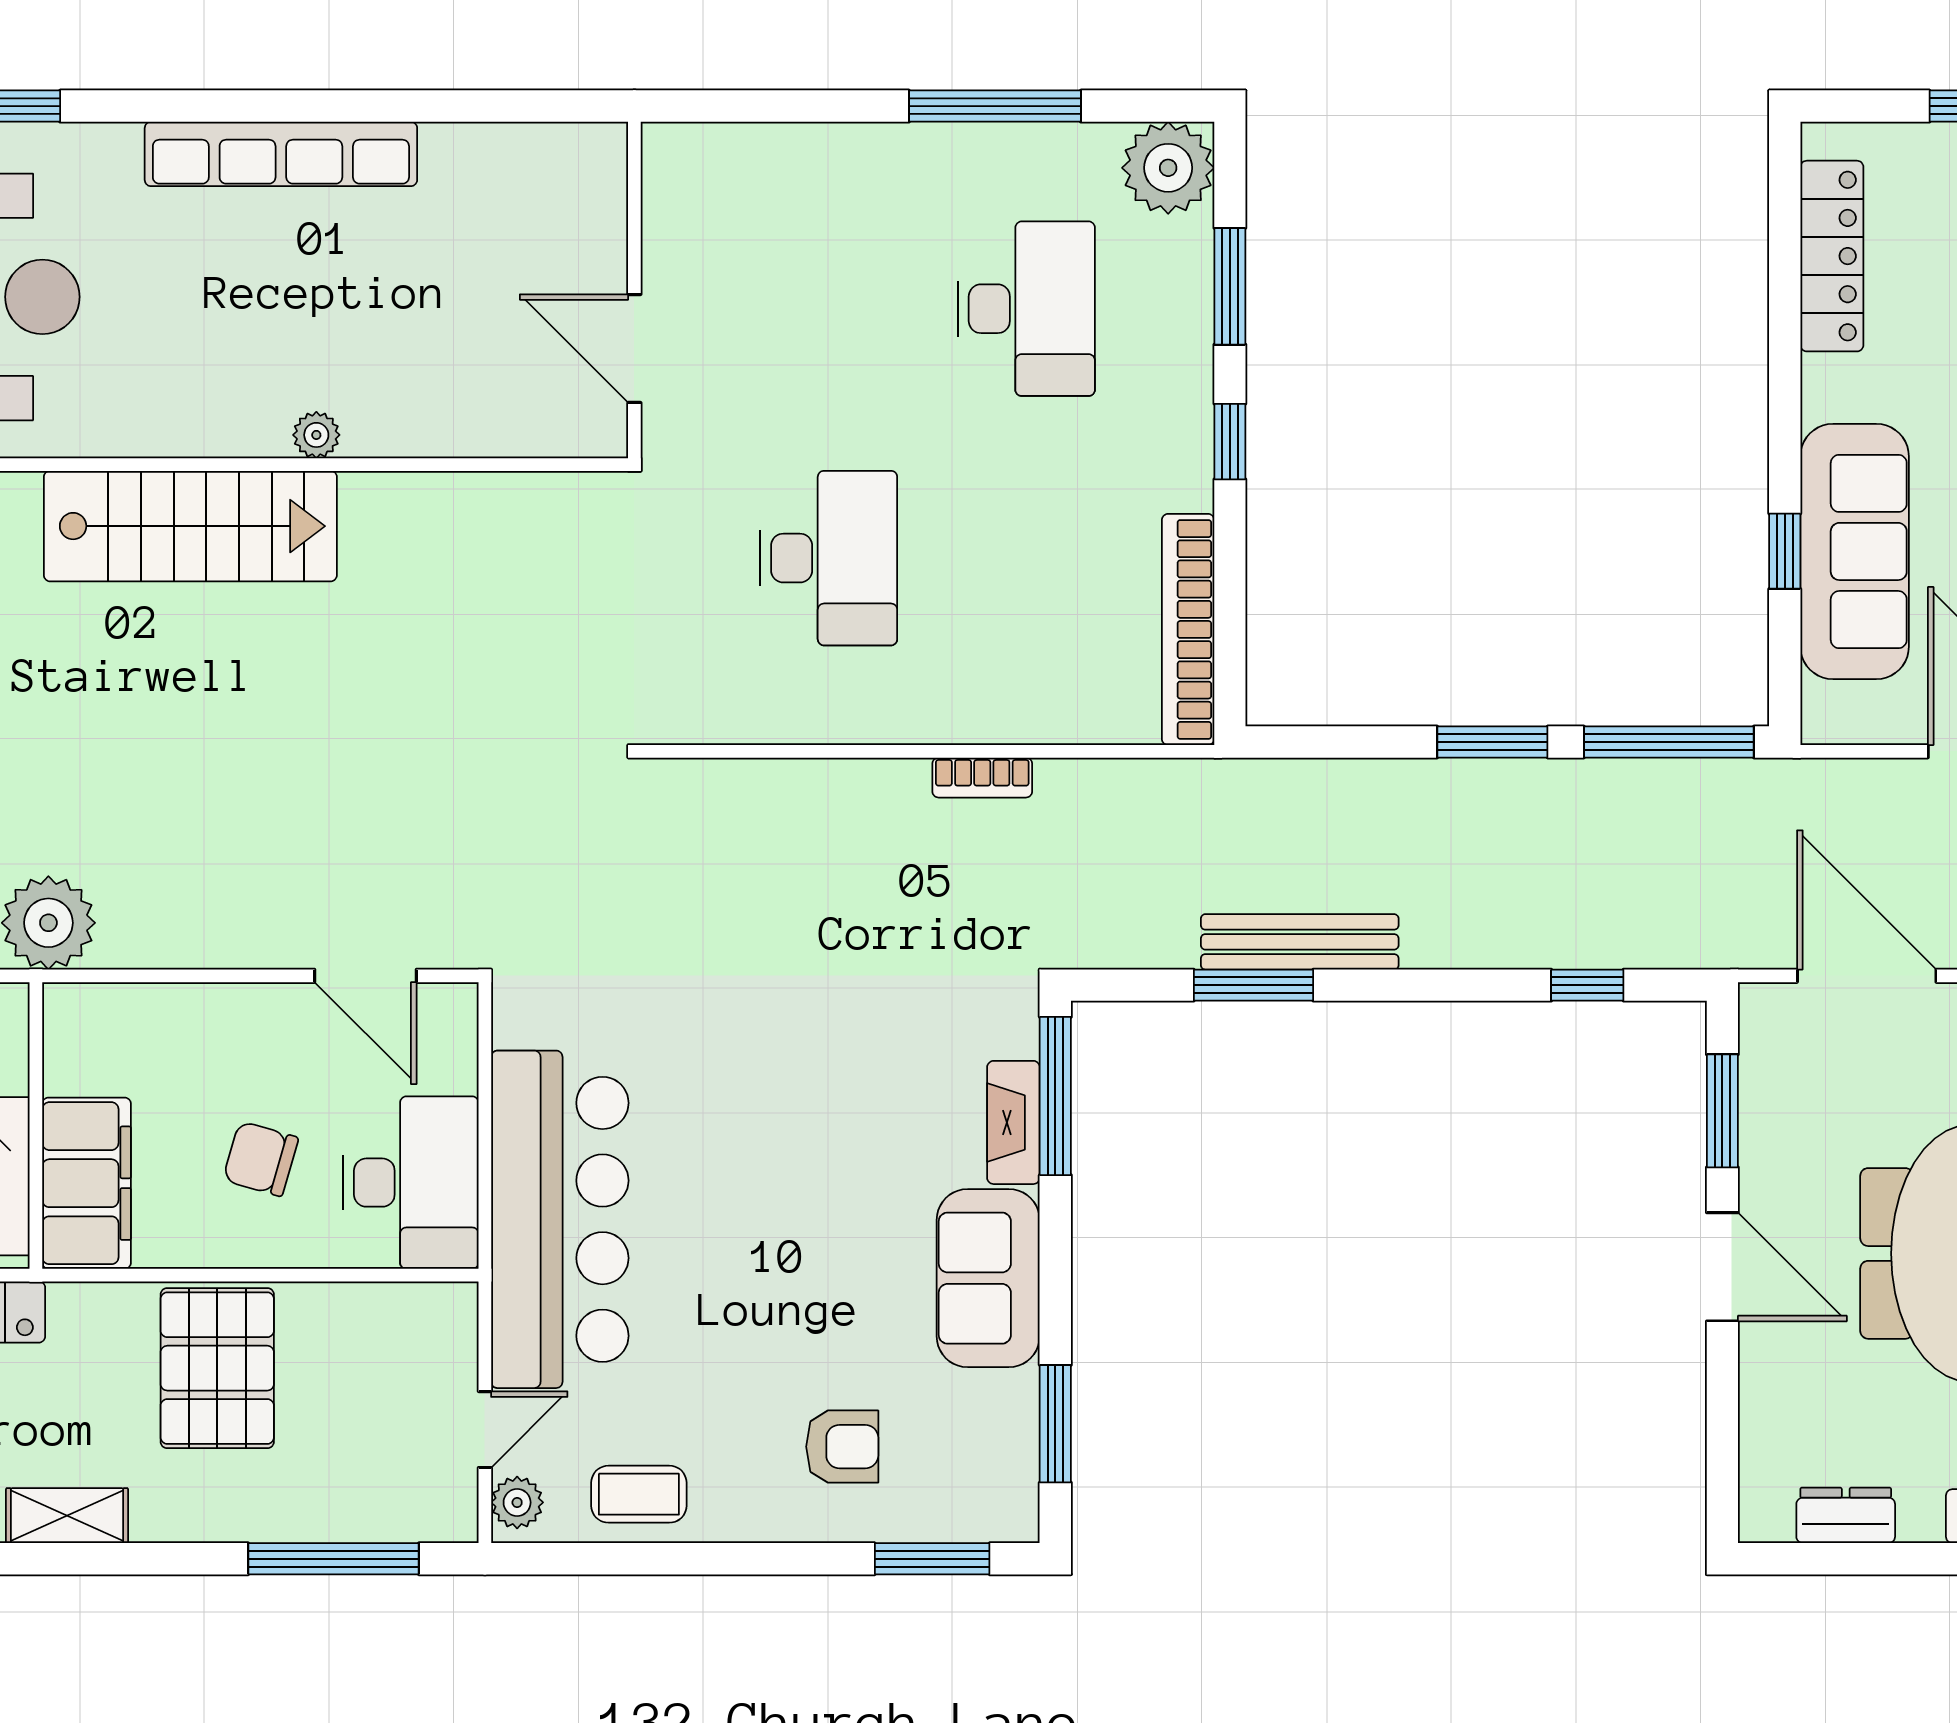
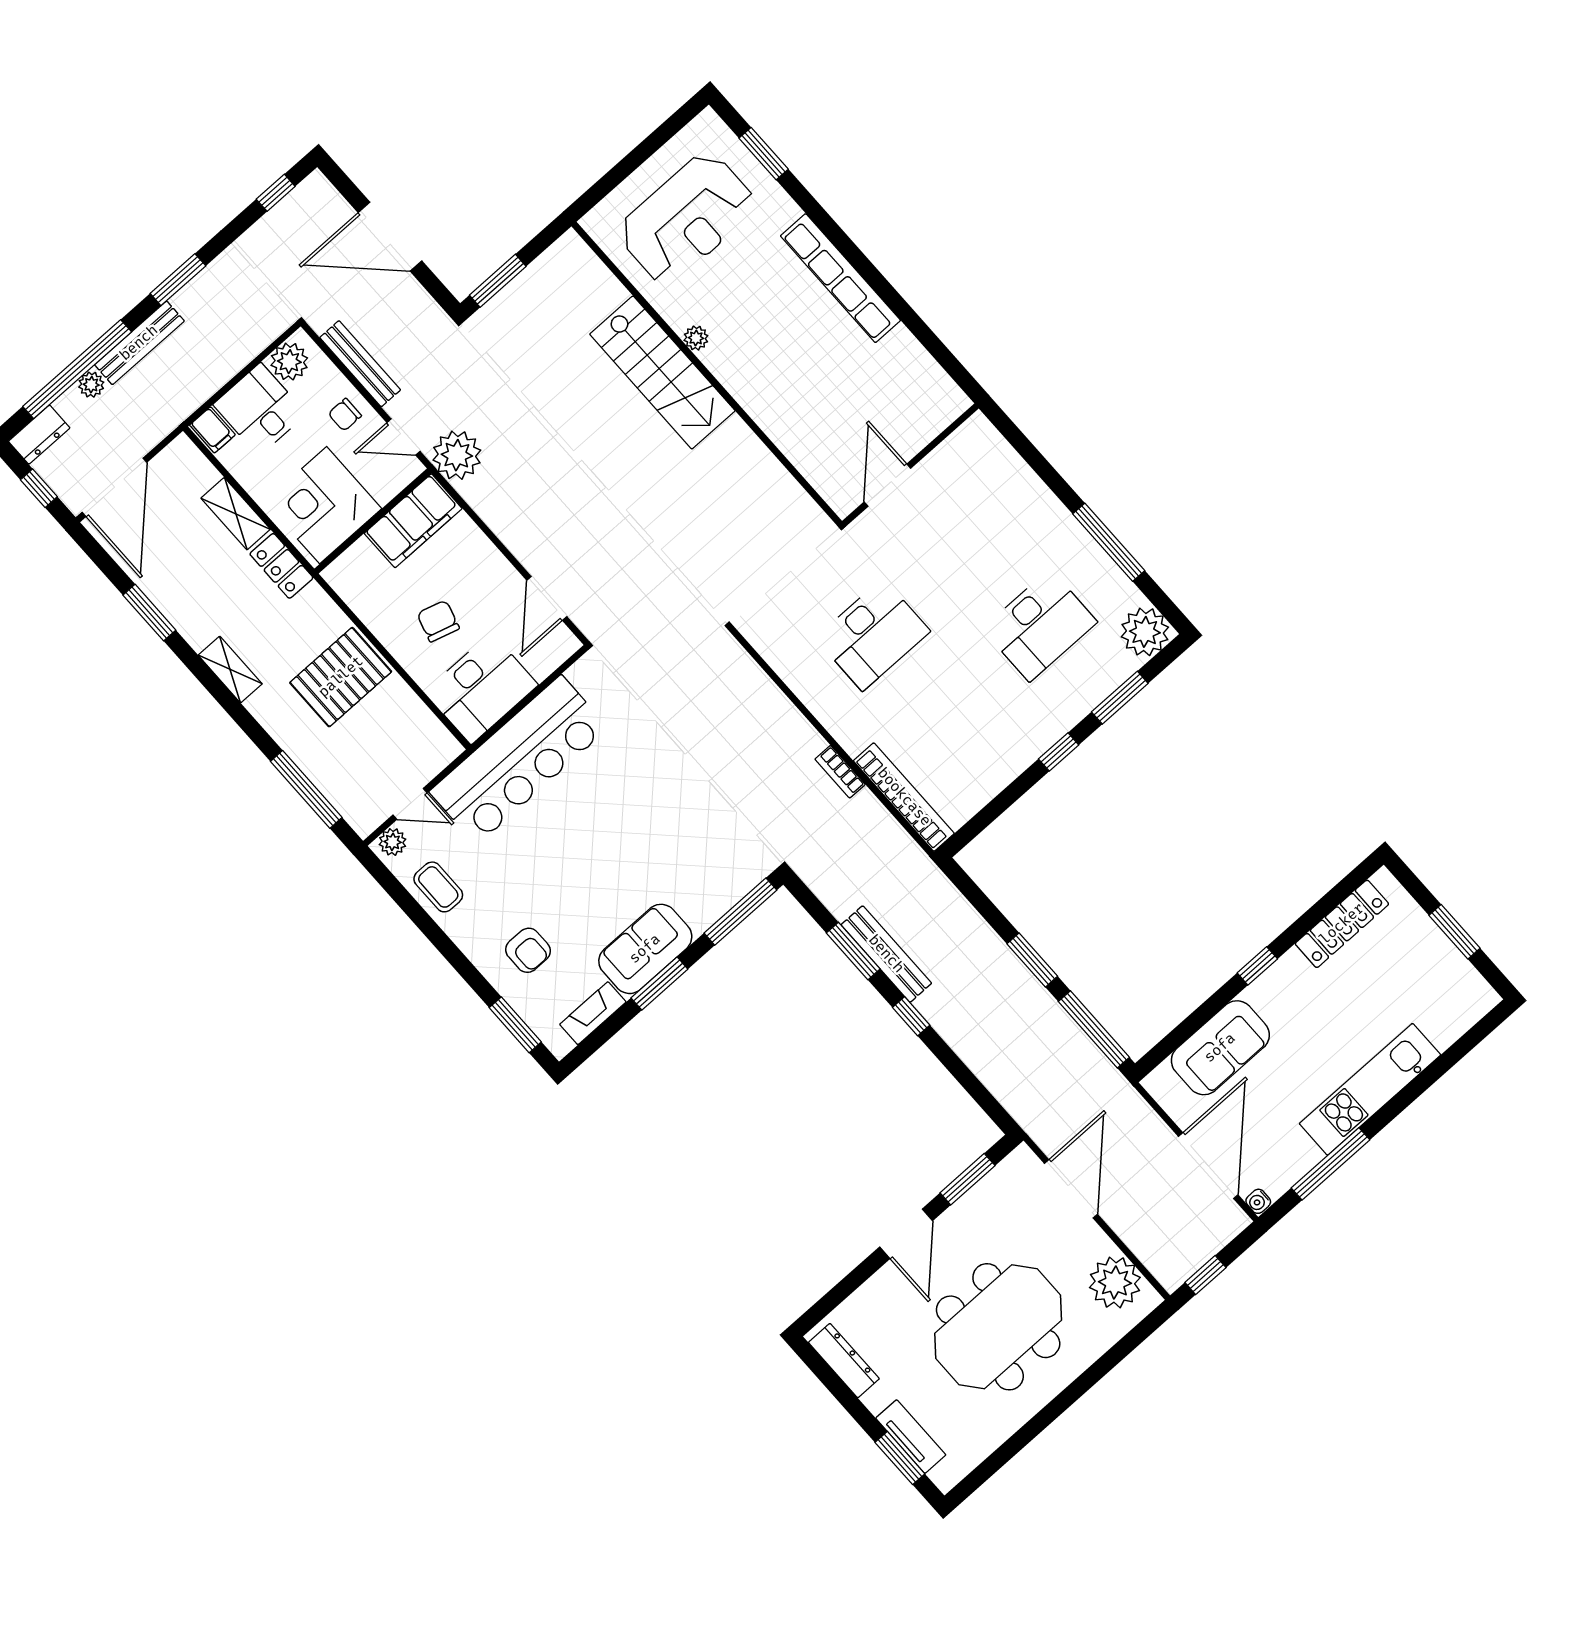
plant: (316, 435) -> (696, 338), moved
window: (1785, 551) -> (1257, 966), moved
sofa: (1855, 551) -> (1220, 1048), width x0.73
bookcase: (1188, 629) -> (904, 797), moved, turned 90
window: (1587, 985) -> (911, 1016), moved
fireplace: (1013, 1122) -> (593, 1013), moved
filing cabinet: (87, 1183) -> (413, 521), moved
window: (1055, 1424) -> (659, 984), moved
dresser: (1846, 1515) -> (844, 1361), width x1.44

